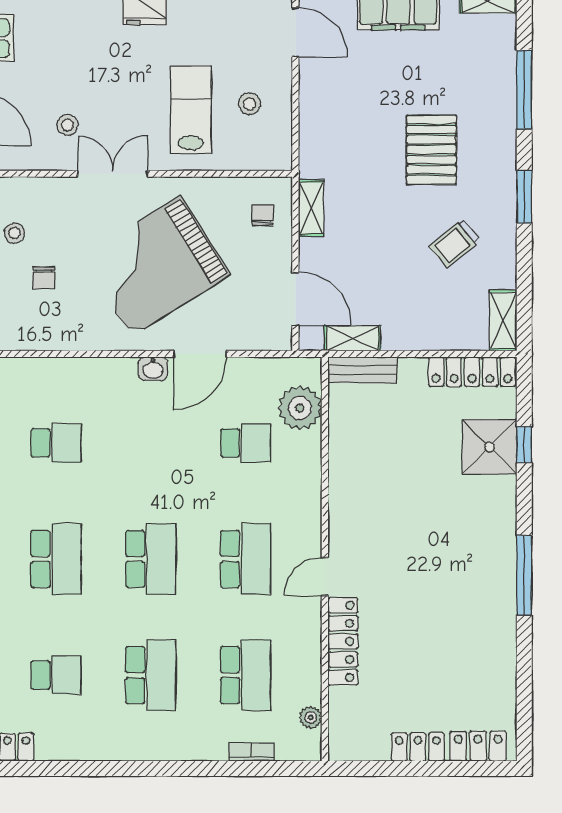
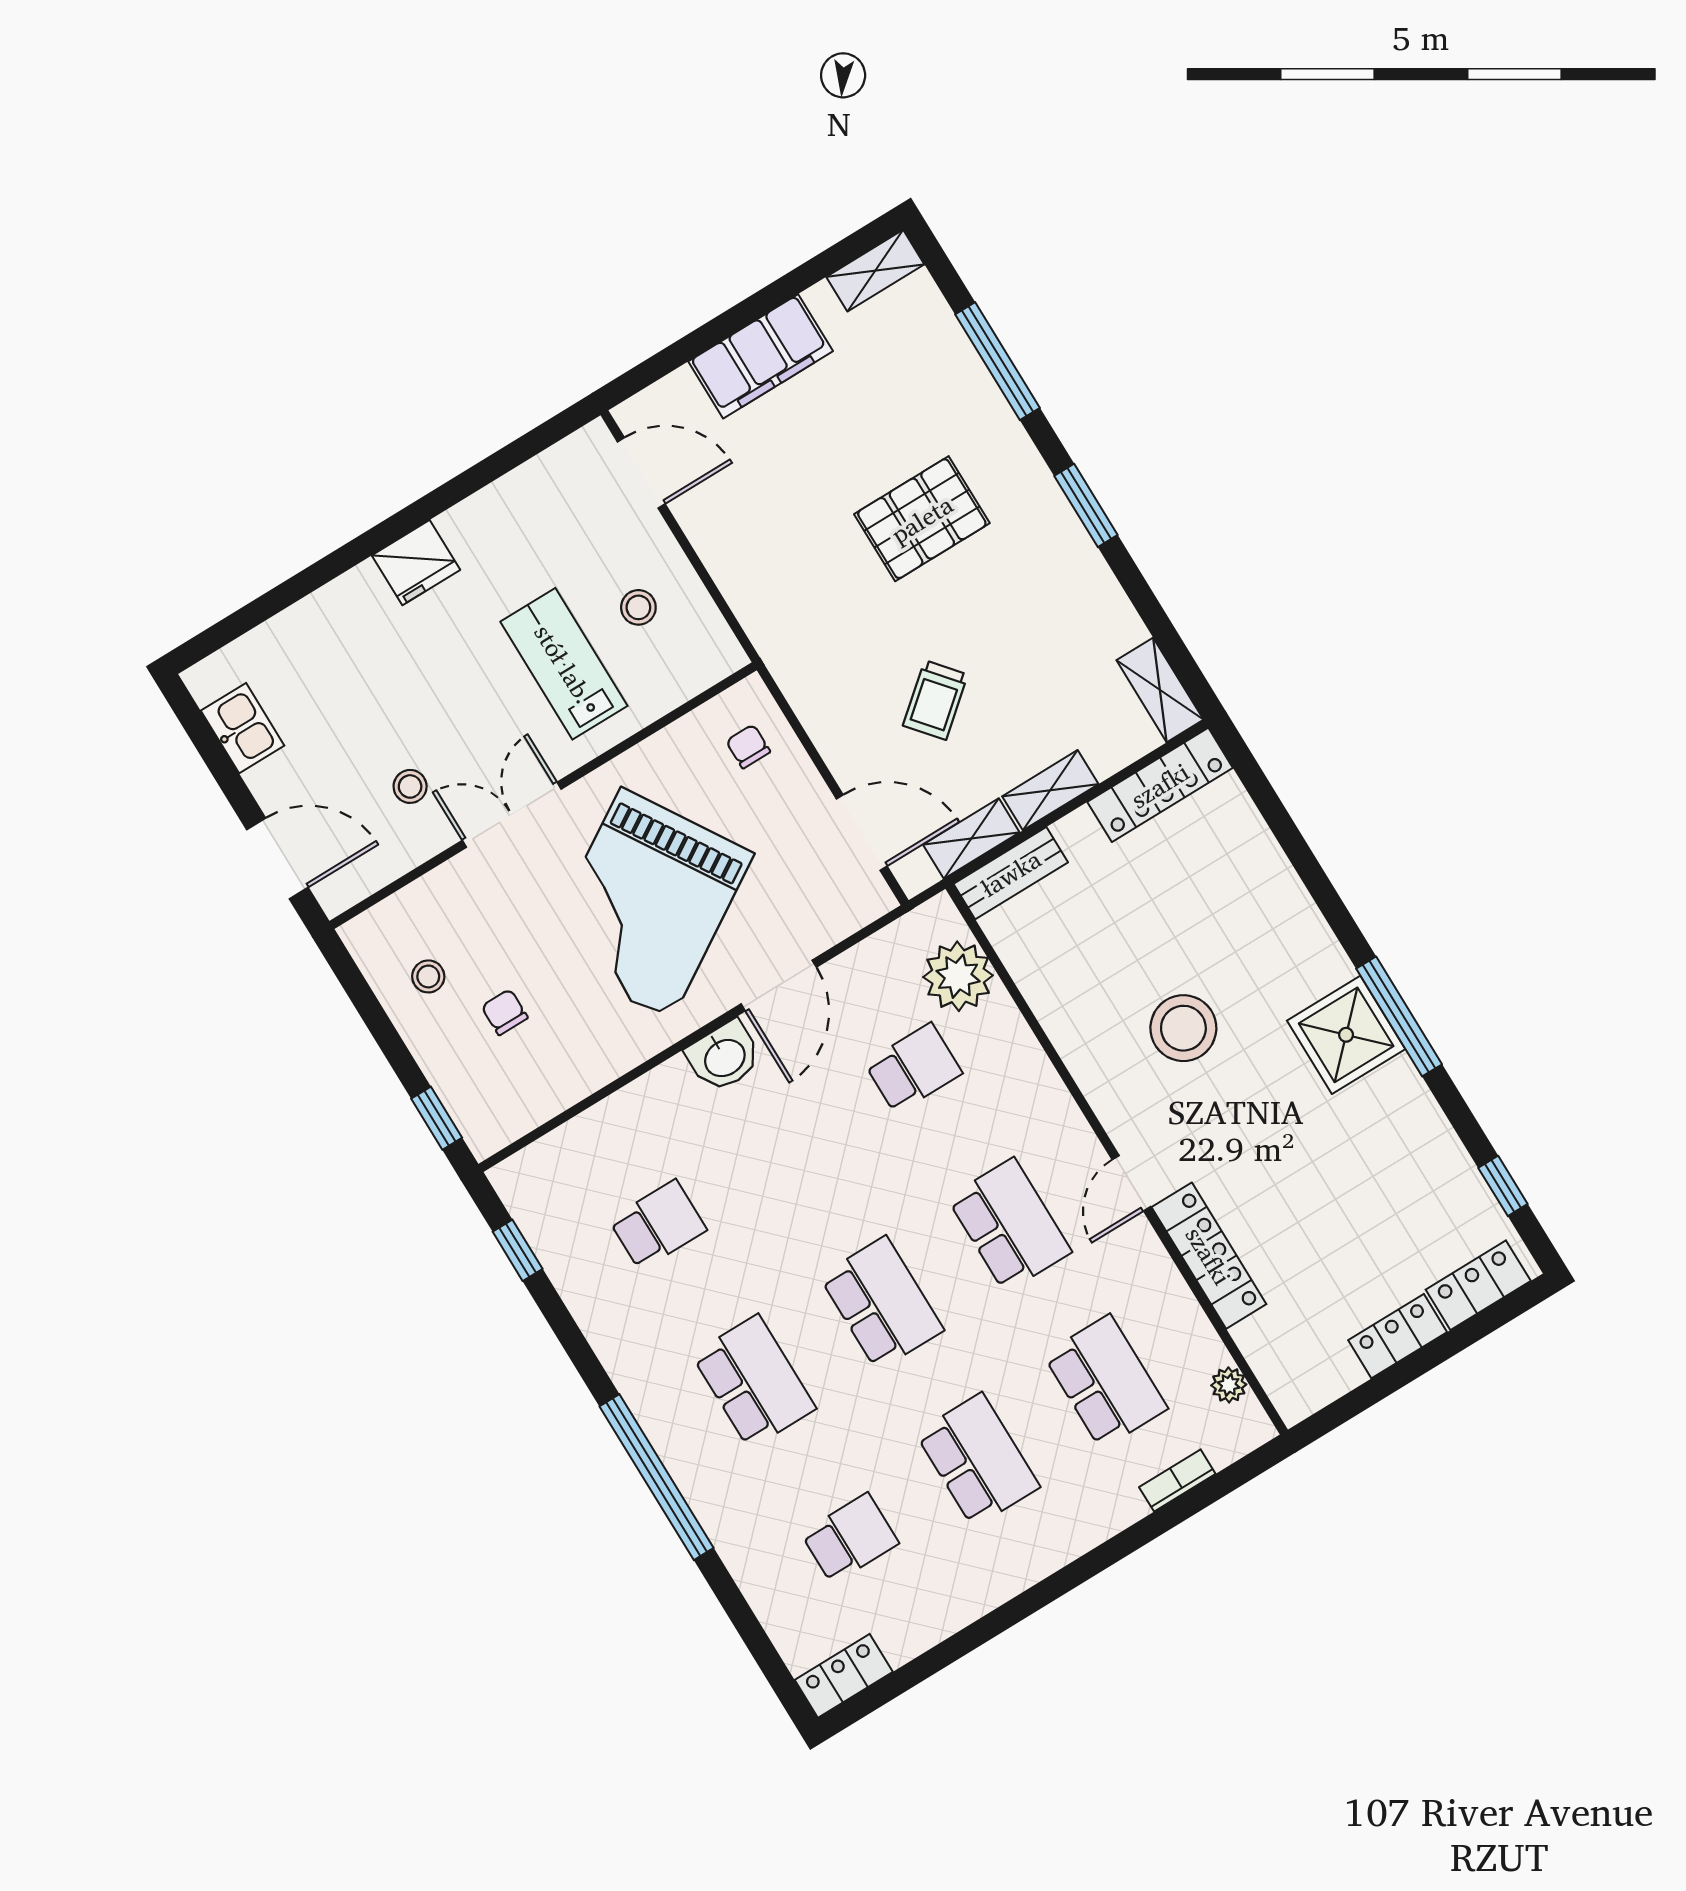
pallet: (431, 150) -> (922, 519), turned 90
shelving: (311, 208) -> (1050, 790), moved, turned 90
trolley: (455, 243) -> (935, 700), moved
chair: (44, 278) -> (505, 1012), turned 180
washbasin: (153, 369) -> (724, 1057), width x1.38, depth x1.45
window: (524, 445) -> (1503, 1186), moved
shower: (490, 447) -> (1346, 1035), moved
stool: (404, 510) -> (1183, 1028), added

